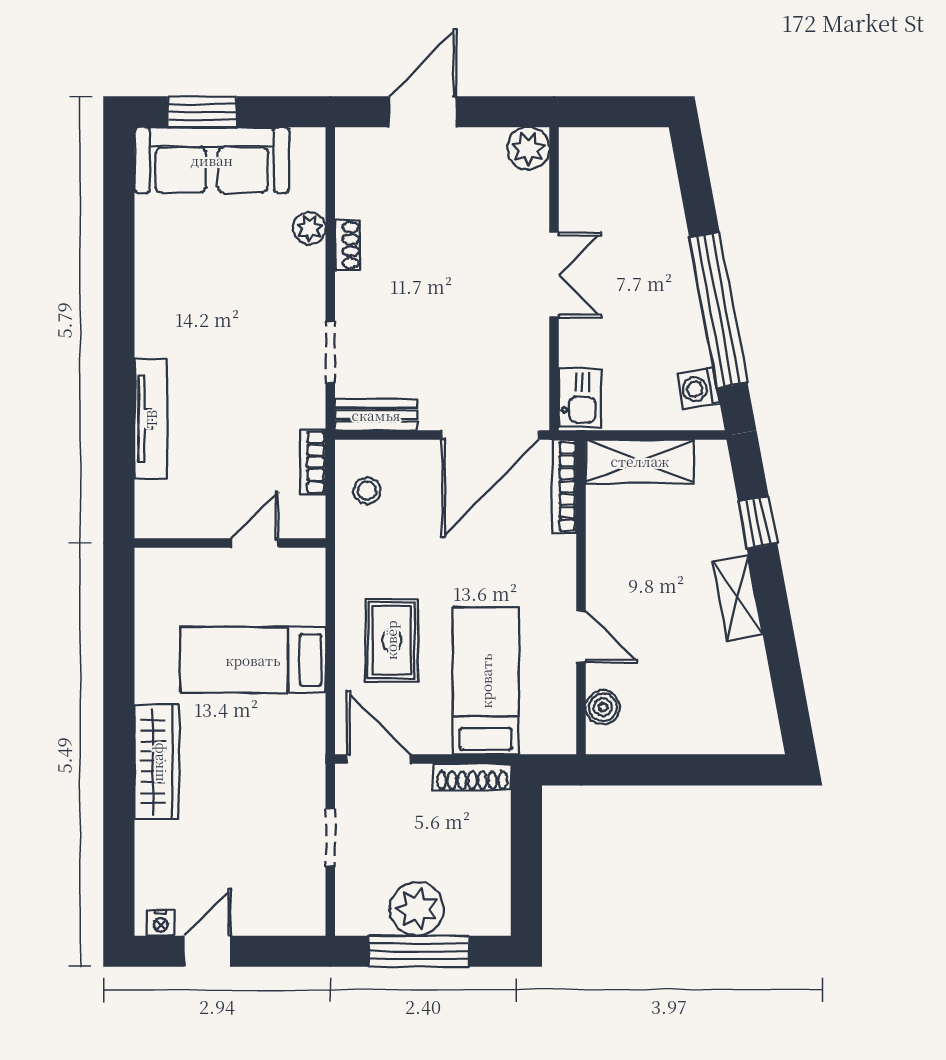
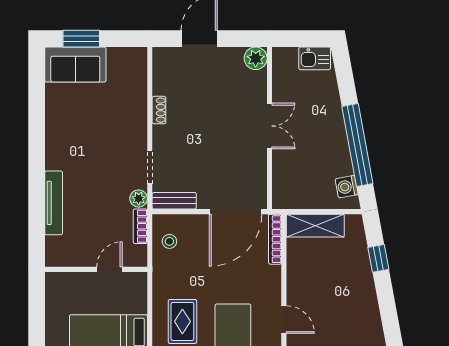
sofa: (212, 160) -> (75, 65), width x0.73
plant: (309, 228) -> (139, 198), moved
kitchen sink: (580, 398) -> (315, 58), moved, turned 90
shelving: (738, 598) -> (368, 299), removed

